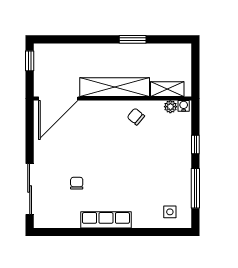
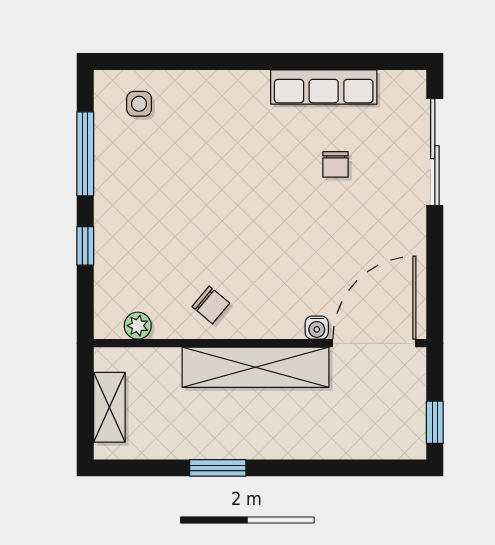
shelving: (167, 89) -> (109, 407), moved, turned 90
water cooler: (184, 106) -> (317, 328), moved
row of seats: (106, 220) -> (324, 87), moved

